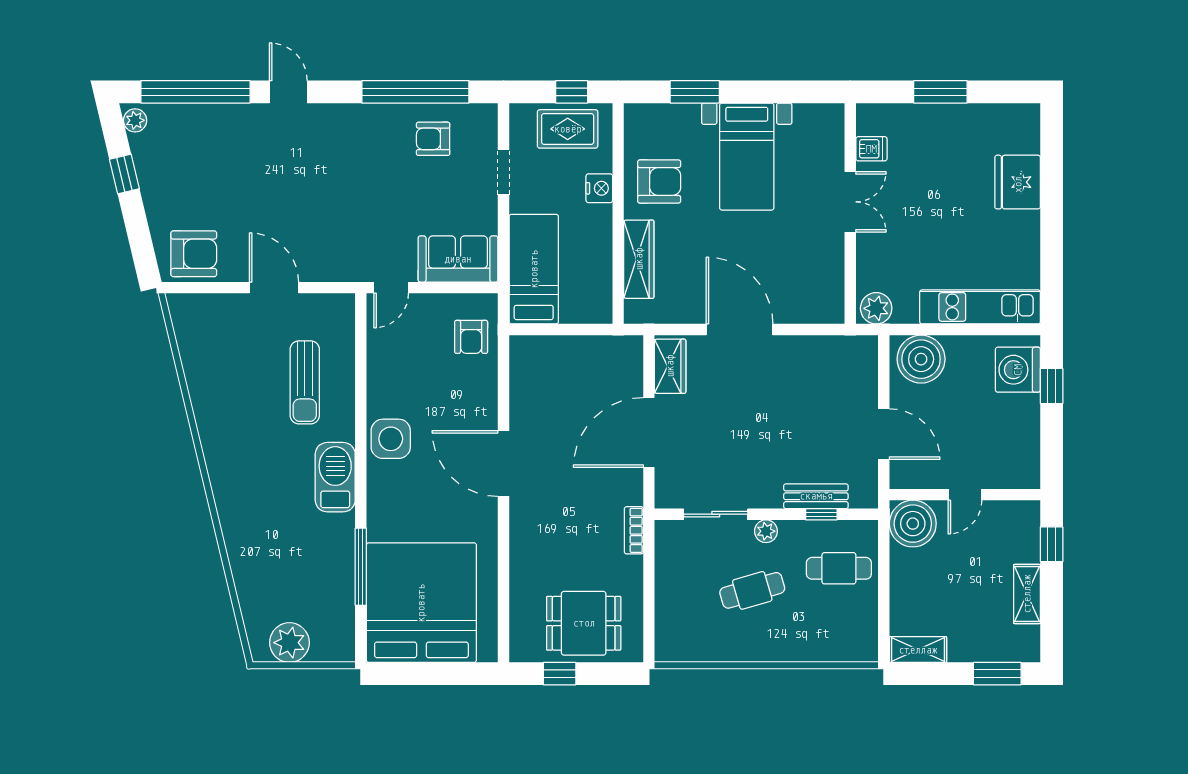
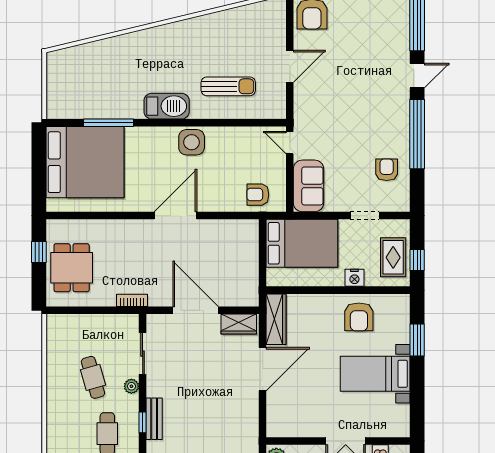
window: (415, 92) -> (417, 134), moved
wardrobe: (639, 259) -> (276, 319), moved, turned -90
bed: (534, 269) -> (302, 243), width x1.50
sun lounger: (305, 382) -> (228, 86), turned 180
plant: (289, 643) -> (59, 76), removed

